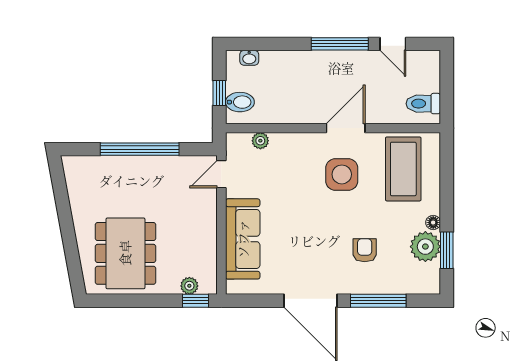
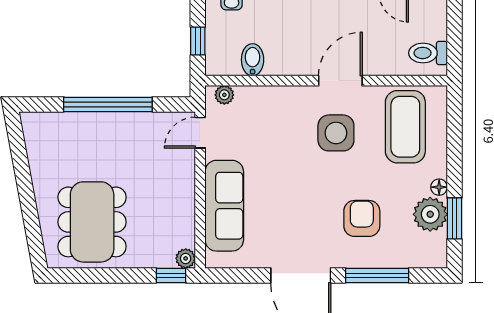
bidet: (240, 102) -> (253, 60), moved, turned -90
plant: (260, 141) -> (224, 95), moved
armchair: (365, 250) -> (362, 218), width x1.38, depth x1.38
plant: (189, 286) -> (186, 258), moved

